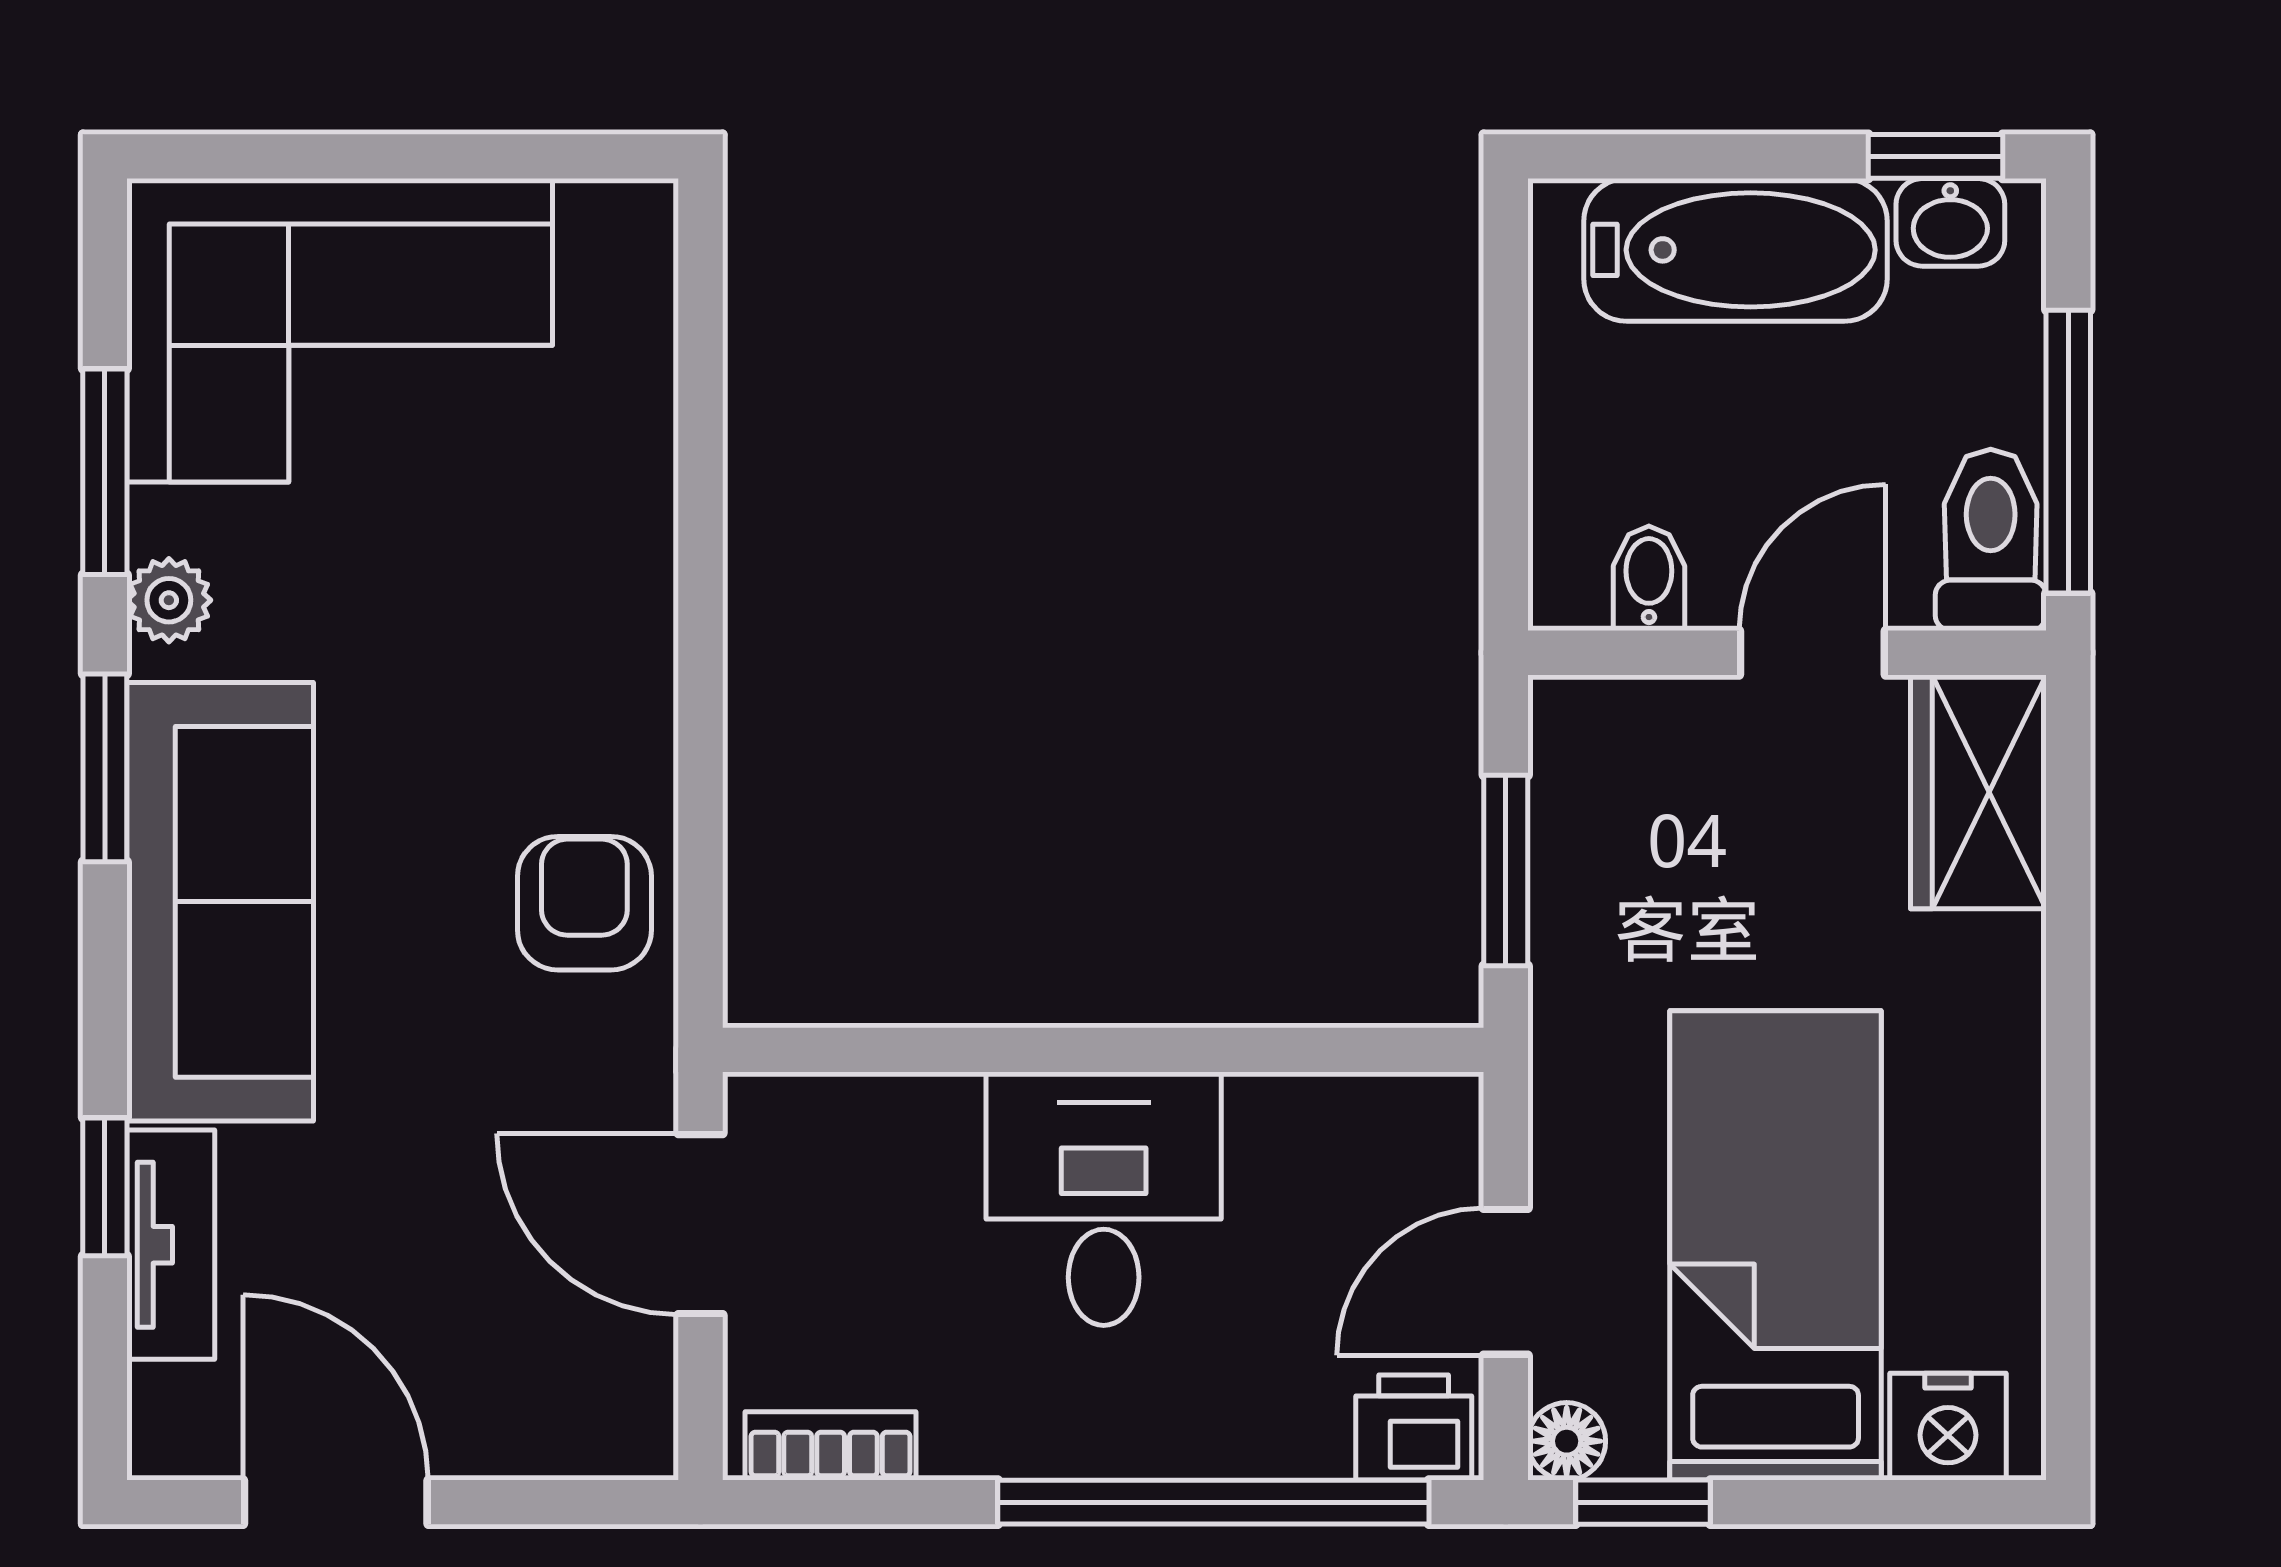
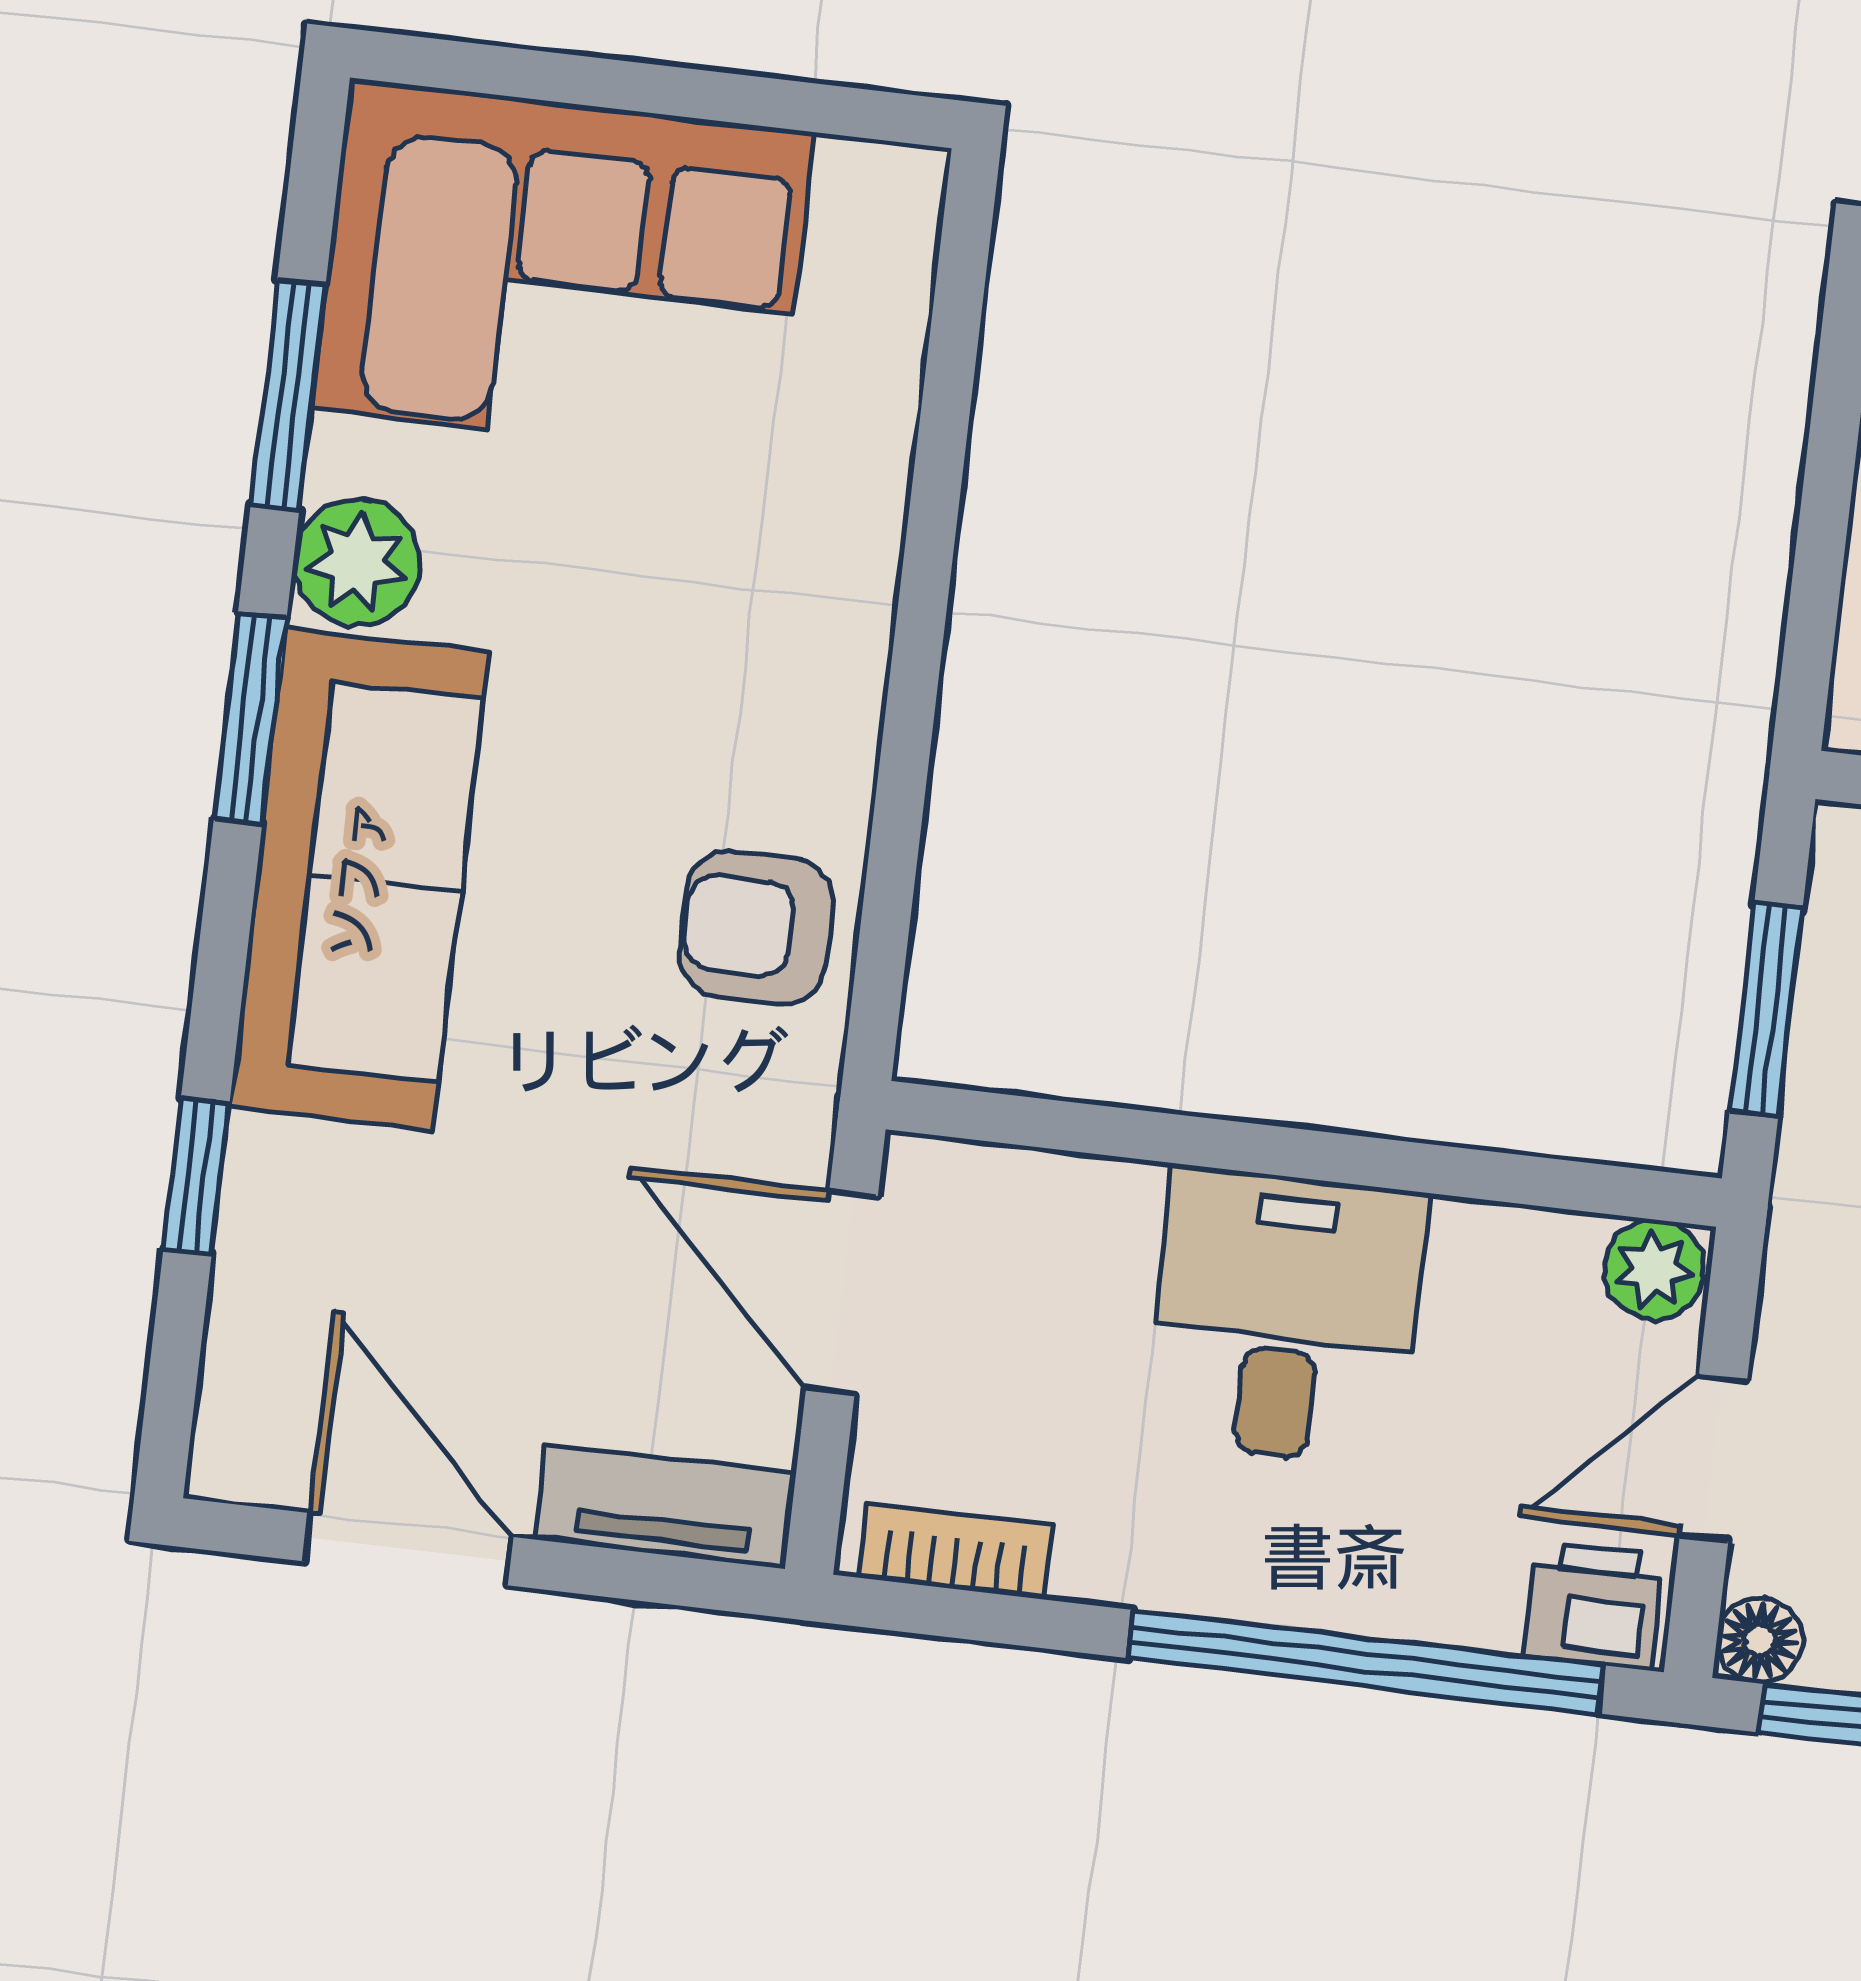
plant: (169, 600) -> (357, 563), width x1.38, depth x1.38
armchair: (584, 903) -> (756, 927), turned -90
plant: (1432, 1117) -> (1654, 1270), added
tv unit: (171, 1245) -> (665, 1507), moved, turned -90

